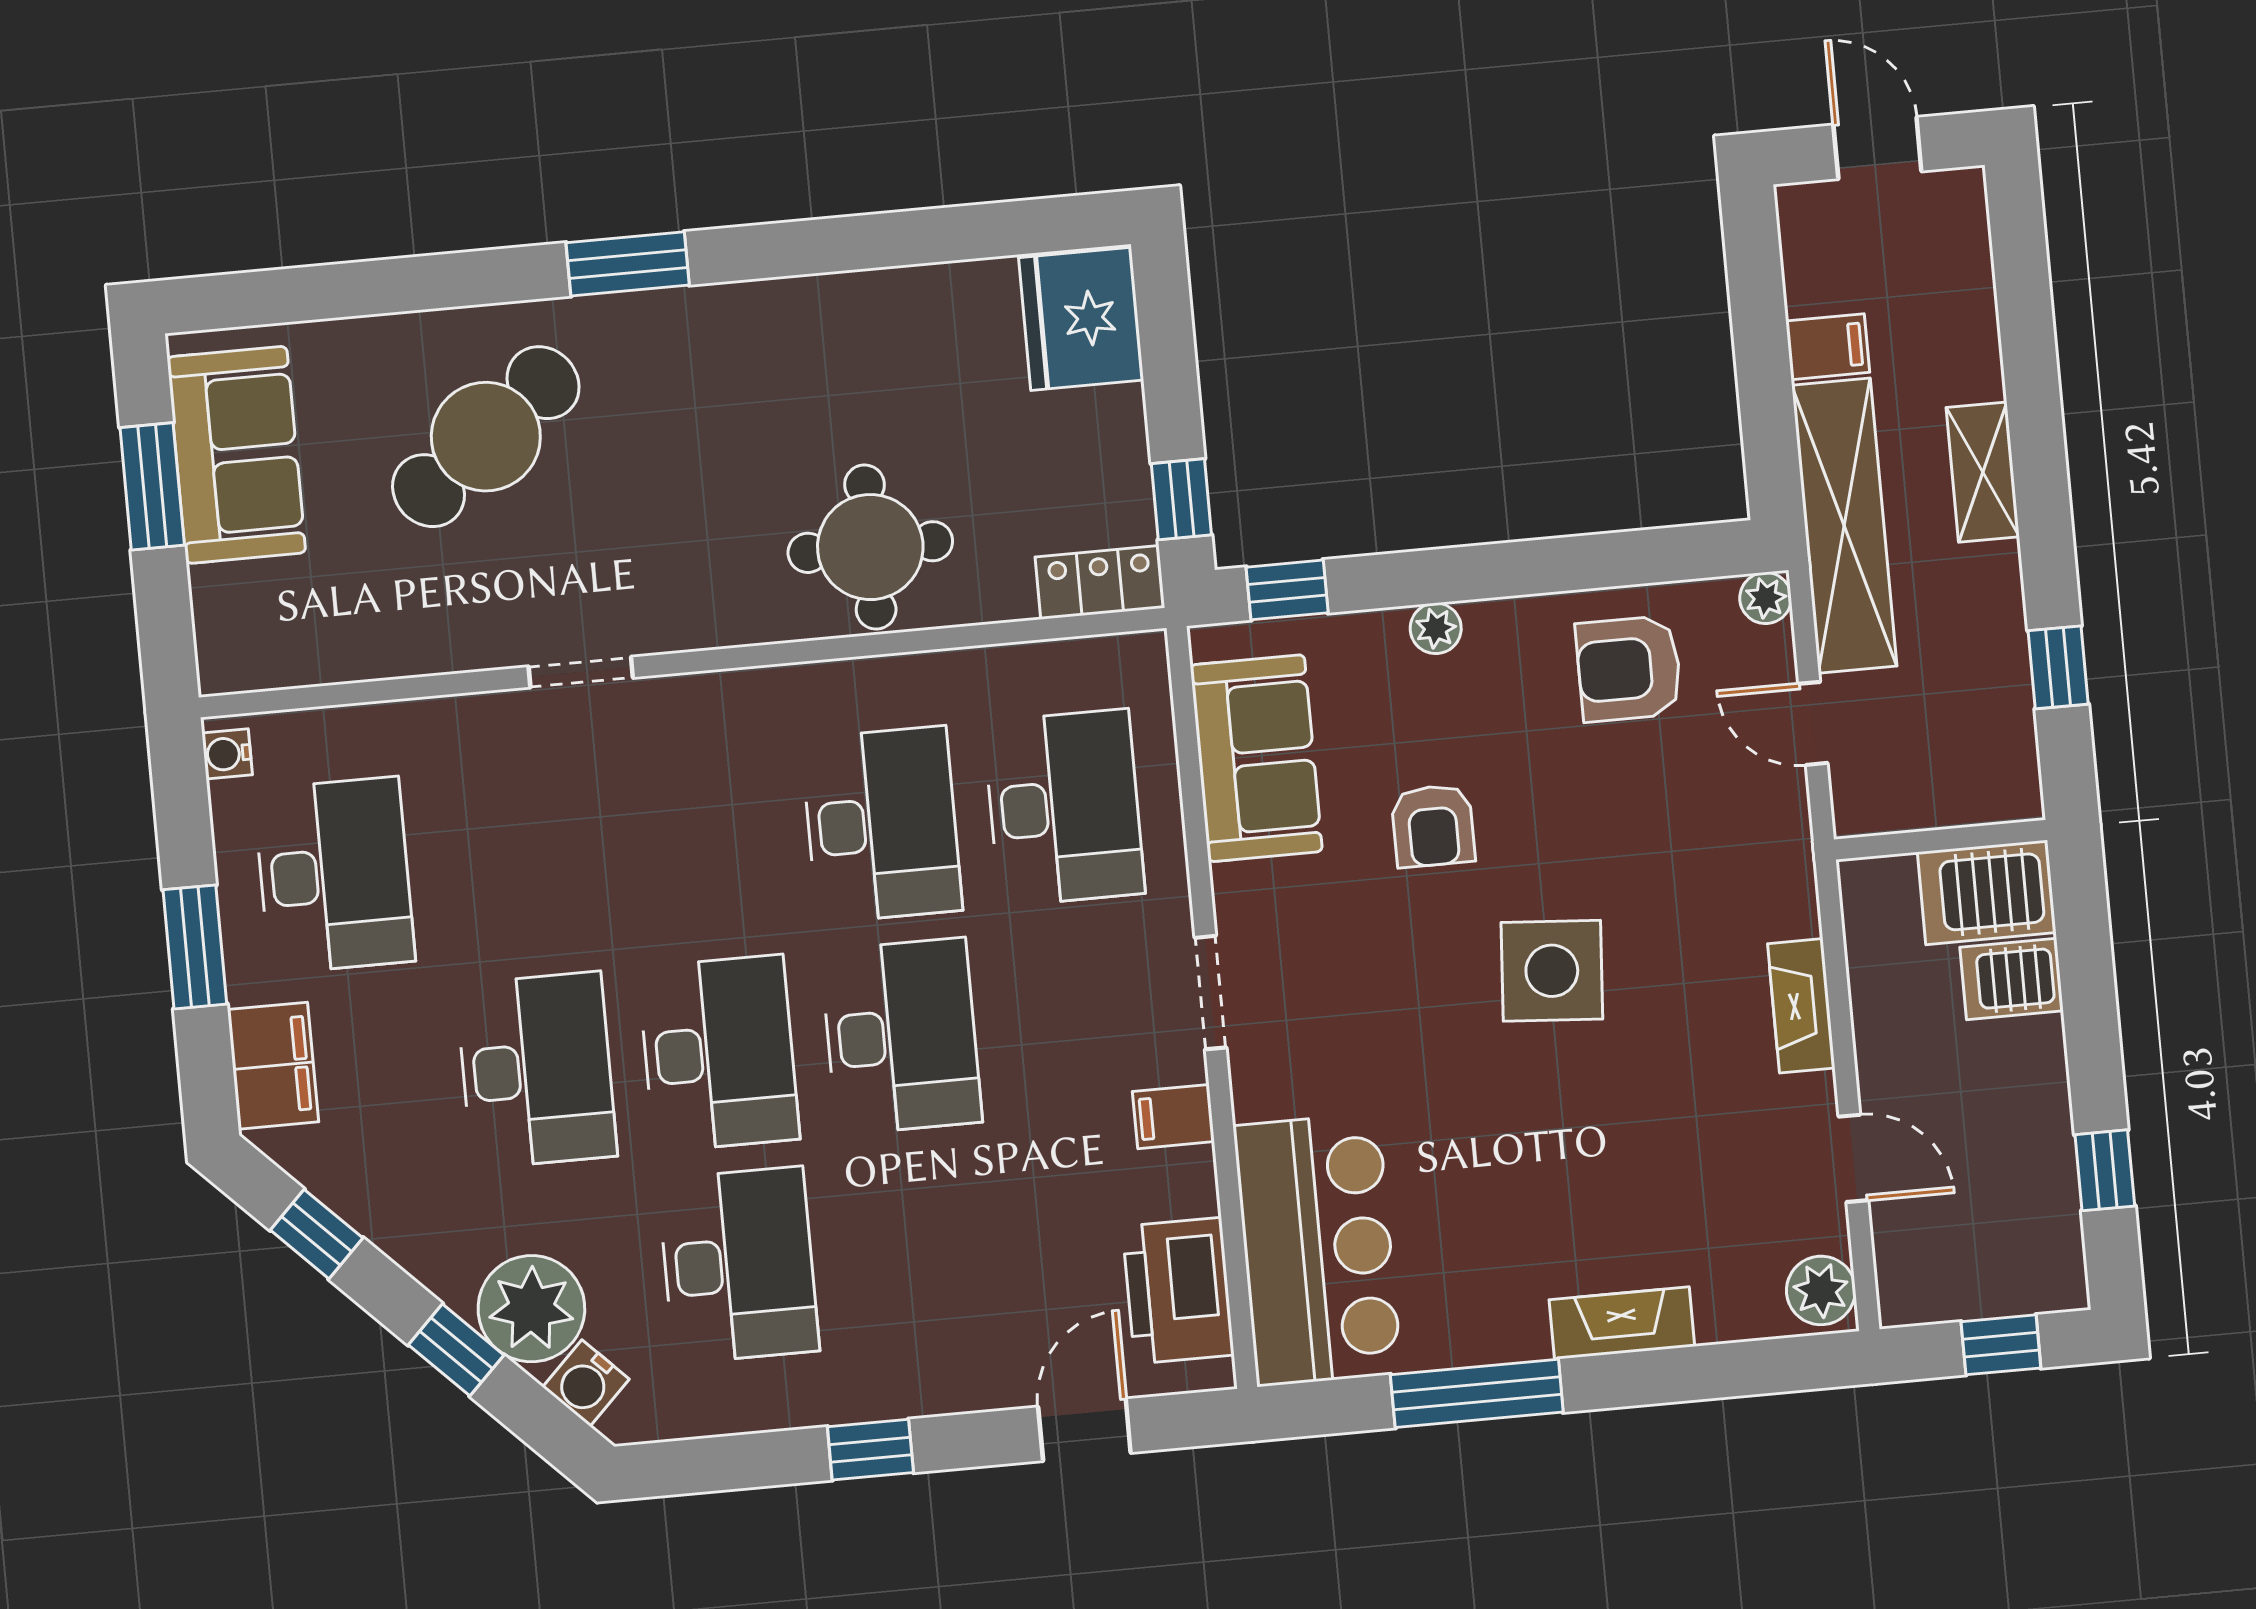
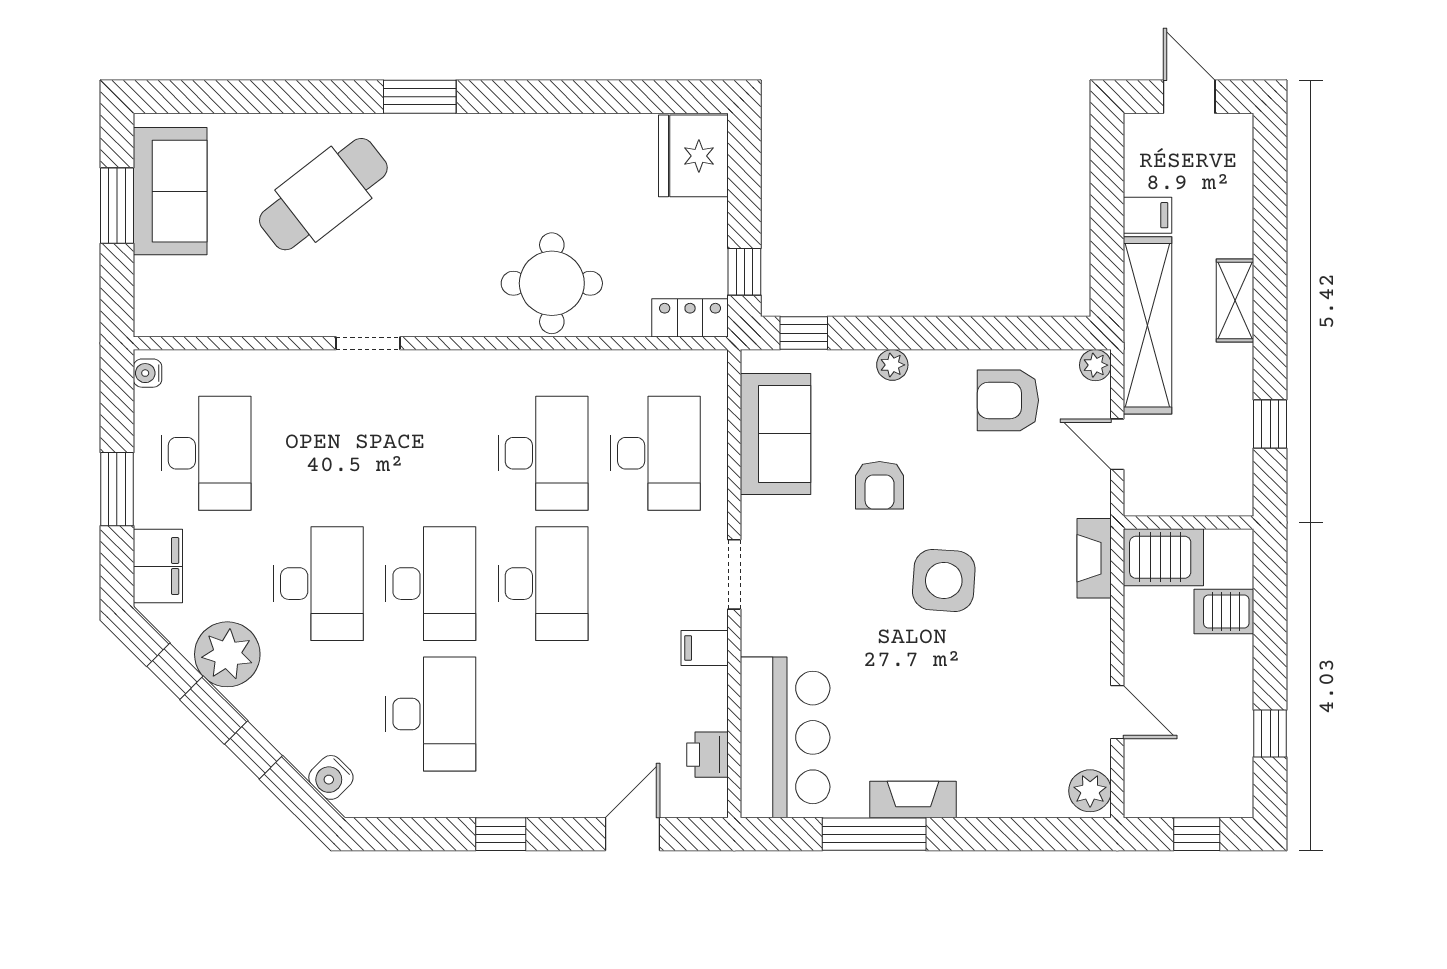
server rack: (1987, 892) -> (1163, 557), moved, turned 180
fireplace: (1801, 1006) -> (1094, 558), moved
printer: (1178, 1291) -> (708, 755), width x0.53, depth x0.68
plant: (531, 1309) -> (227, 654), moved
fireplace: (1622, 1323) -> (913, 799), moved

